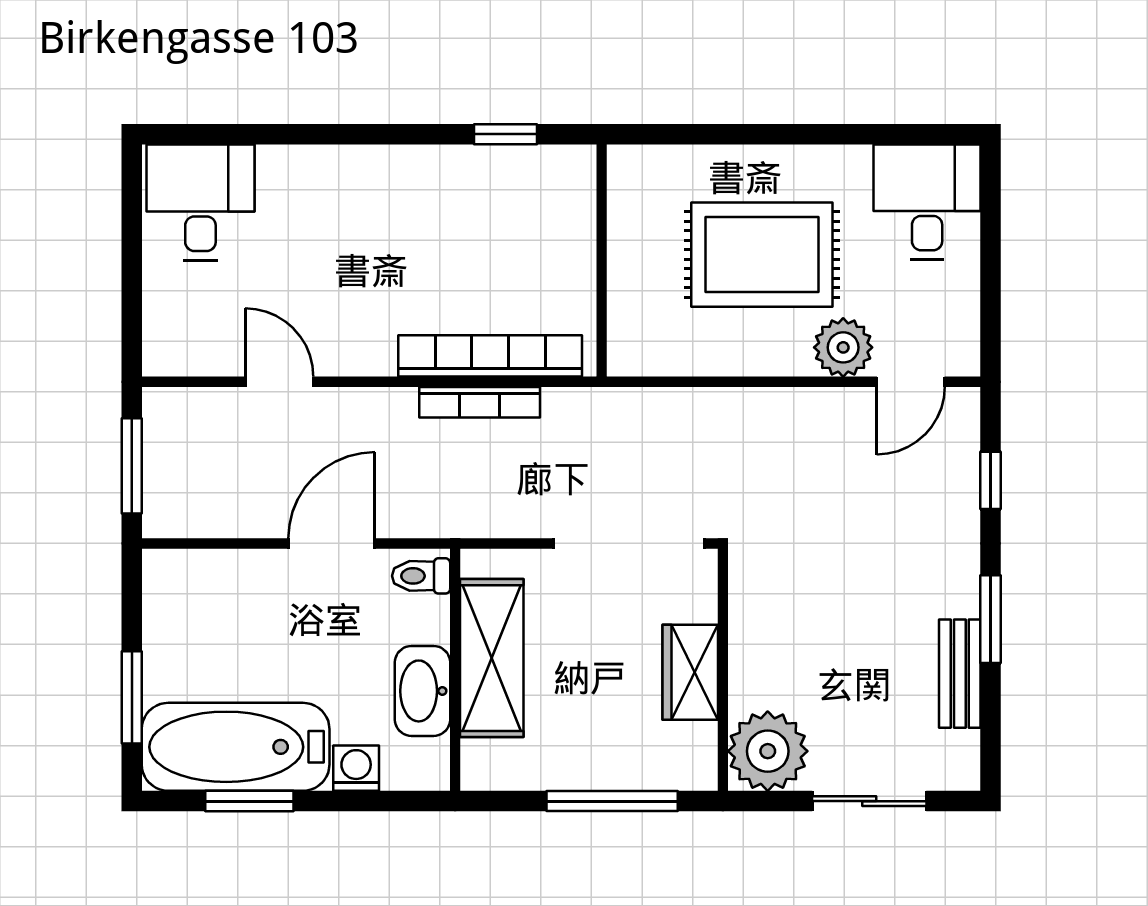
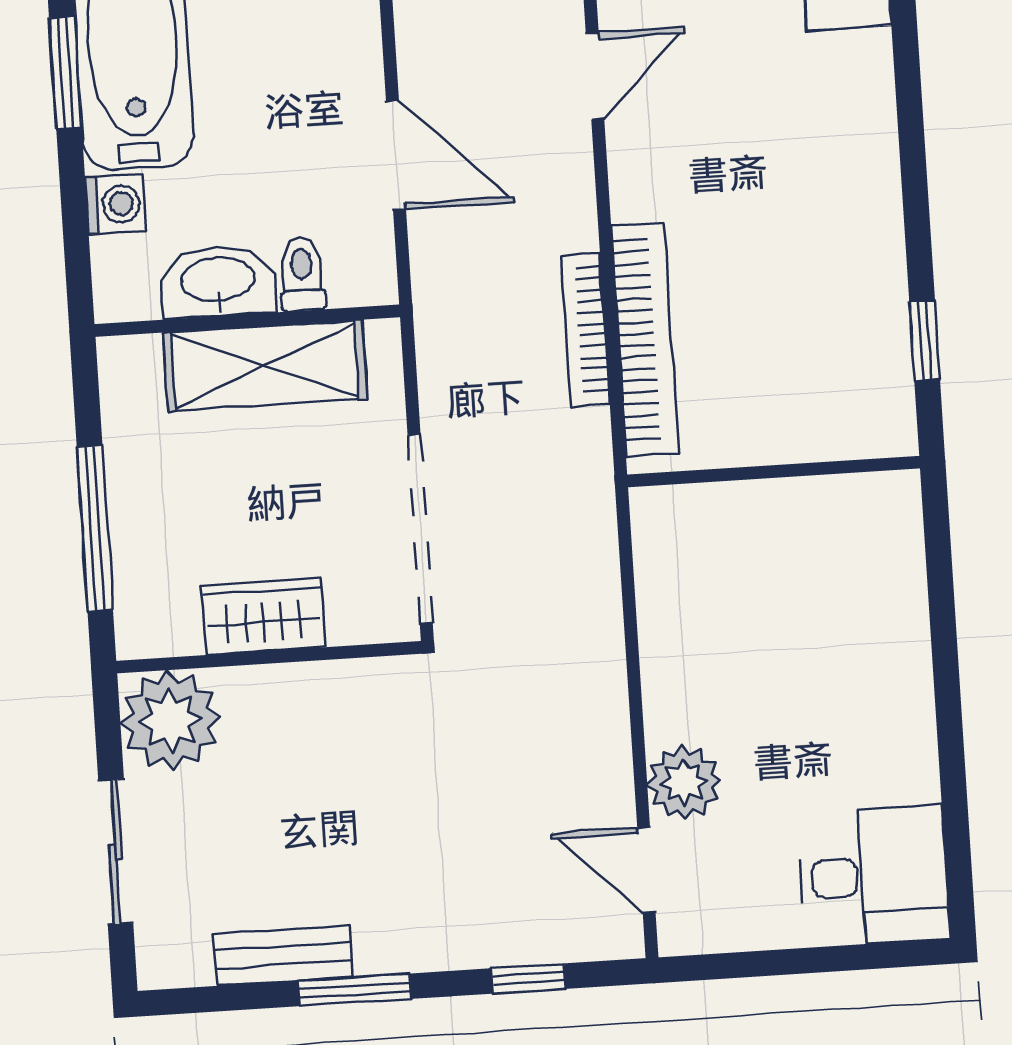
rug: (762, 255) -> (794, 673), removed
toilet: (421, 576) -> (302, 274), moved

